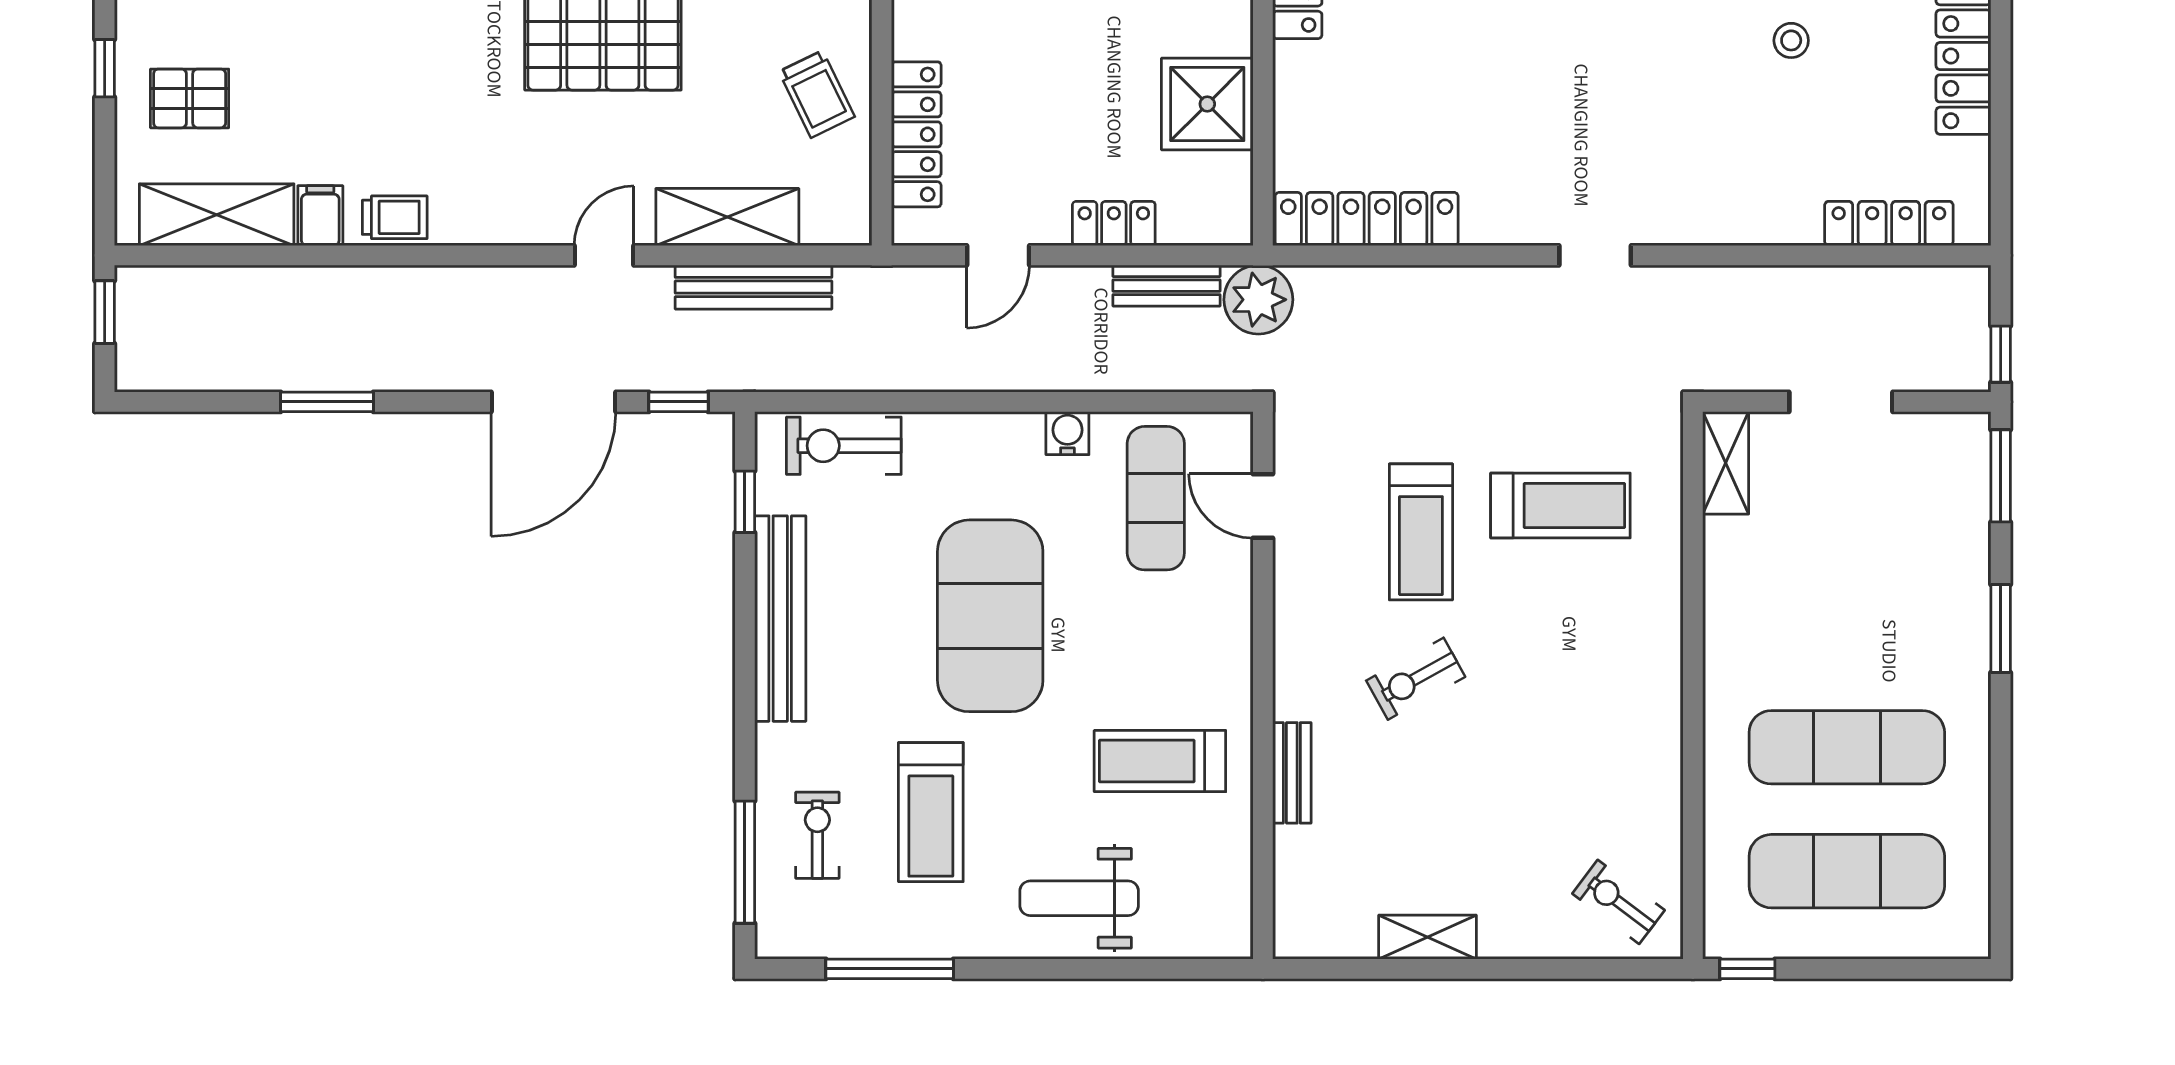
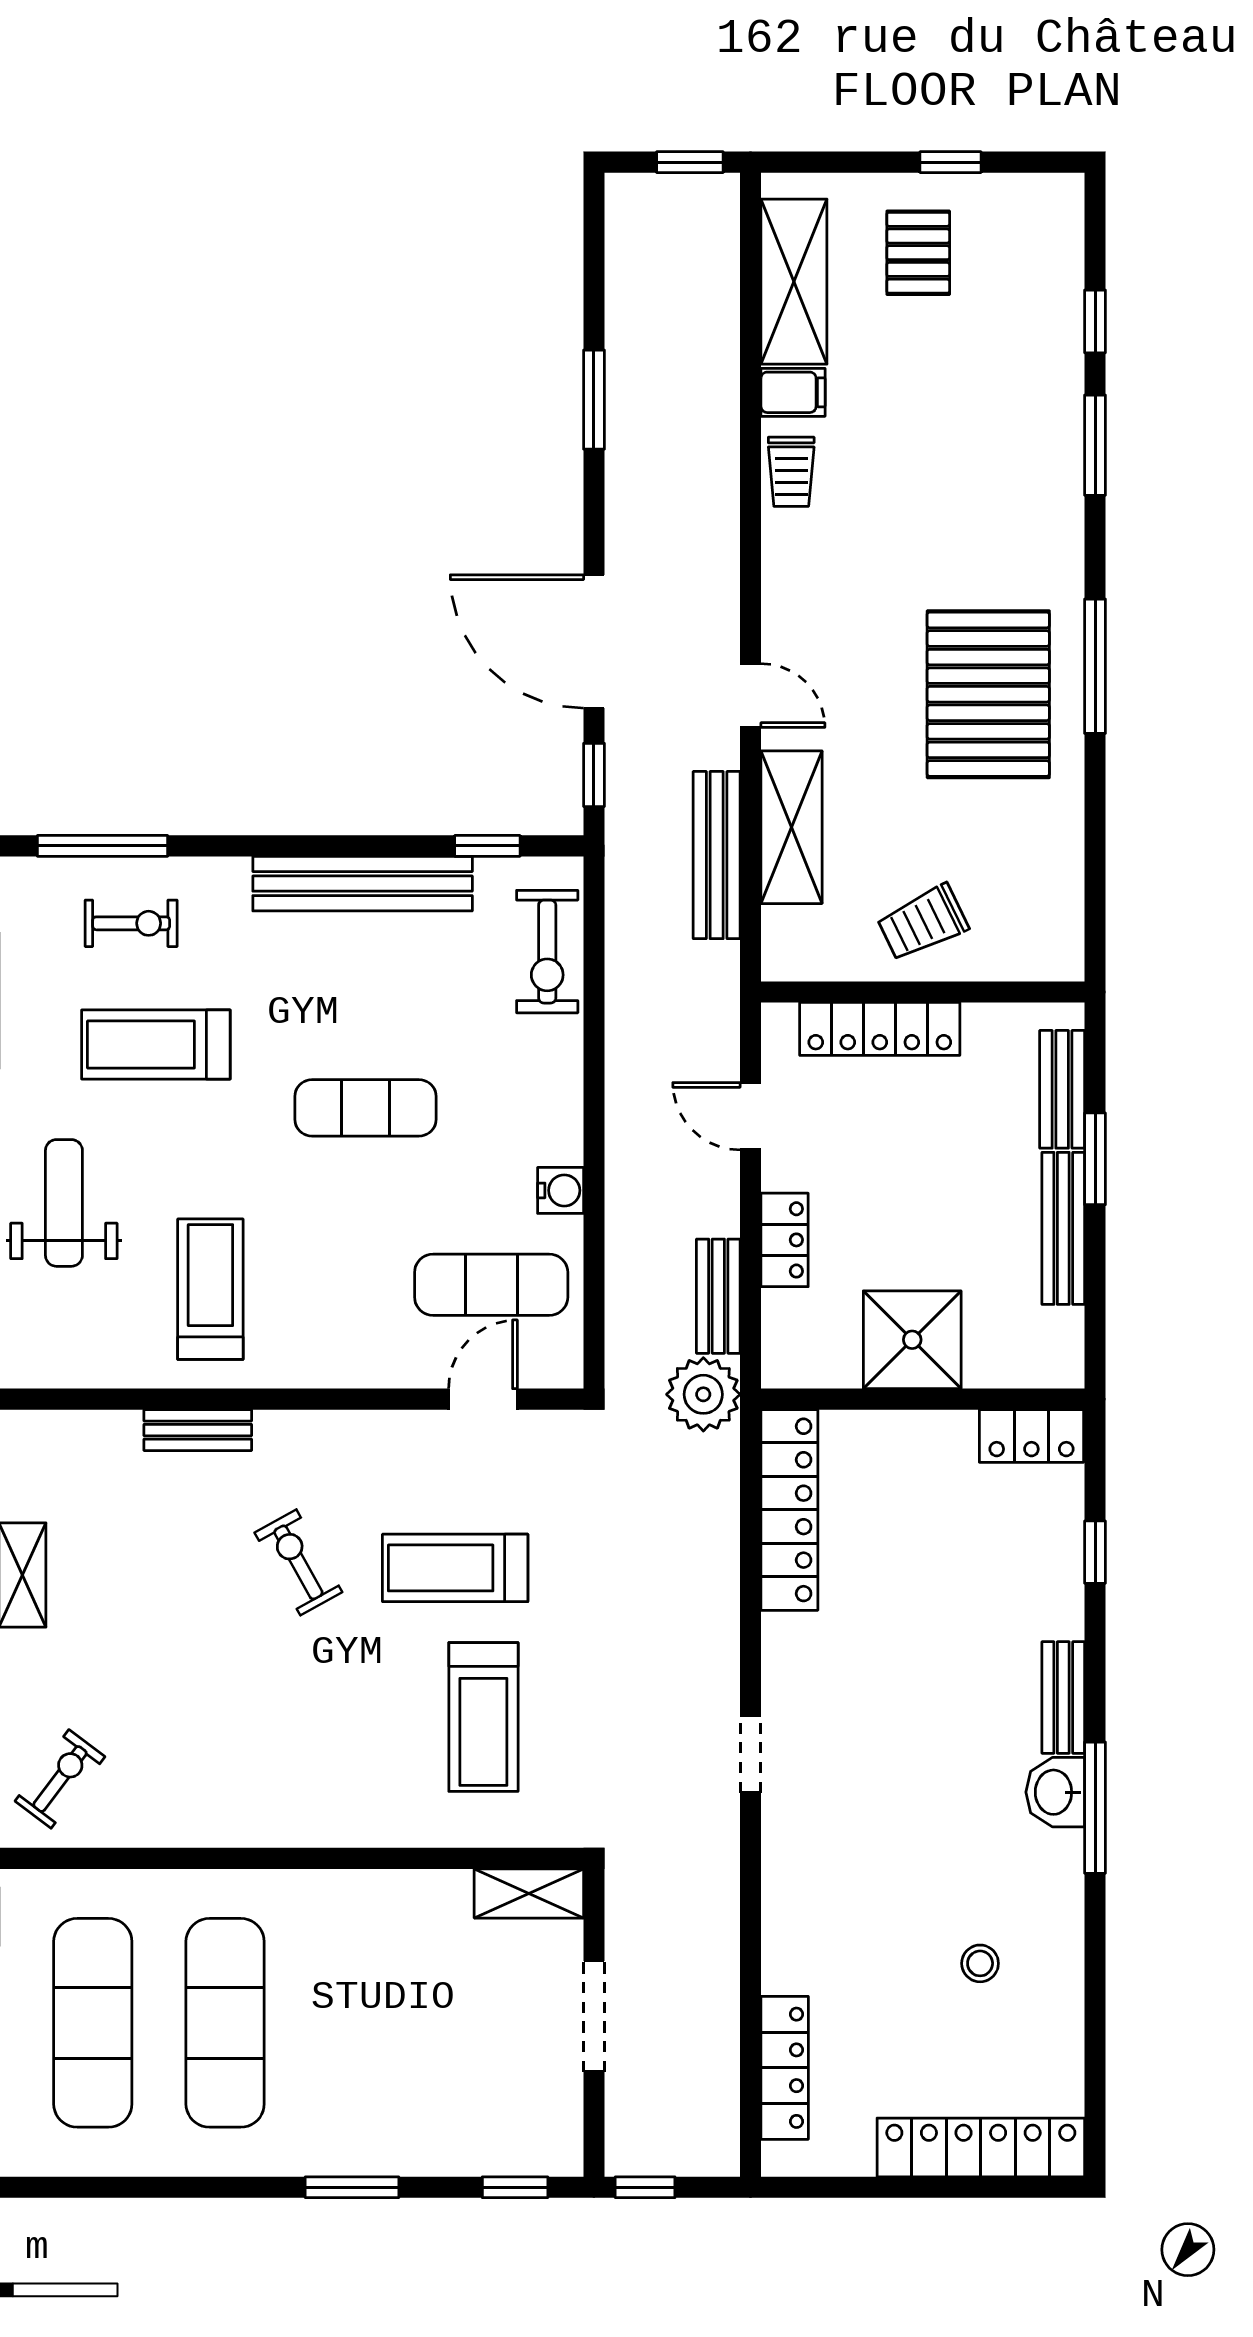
exercise bike: (844, 446) -> (547, 952), turned 180
window: (2001, 476) -> (515, 2187), width x0.67
exercise mat: (990, 616) -> (365, 1108), width x0.50, depth x0.69

